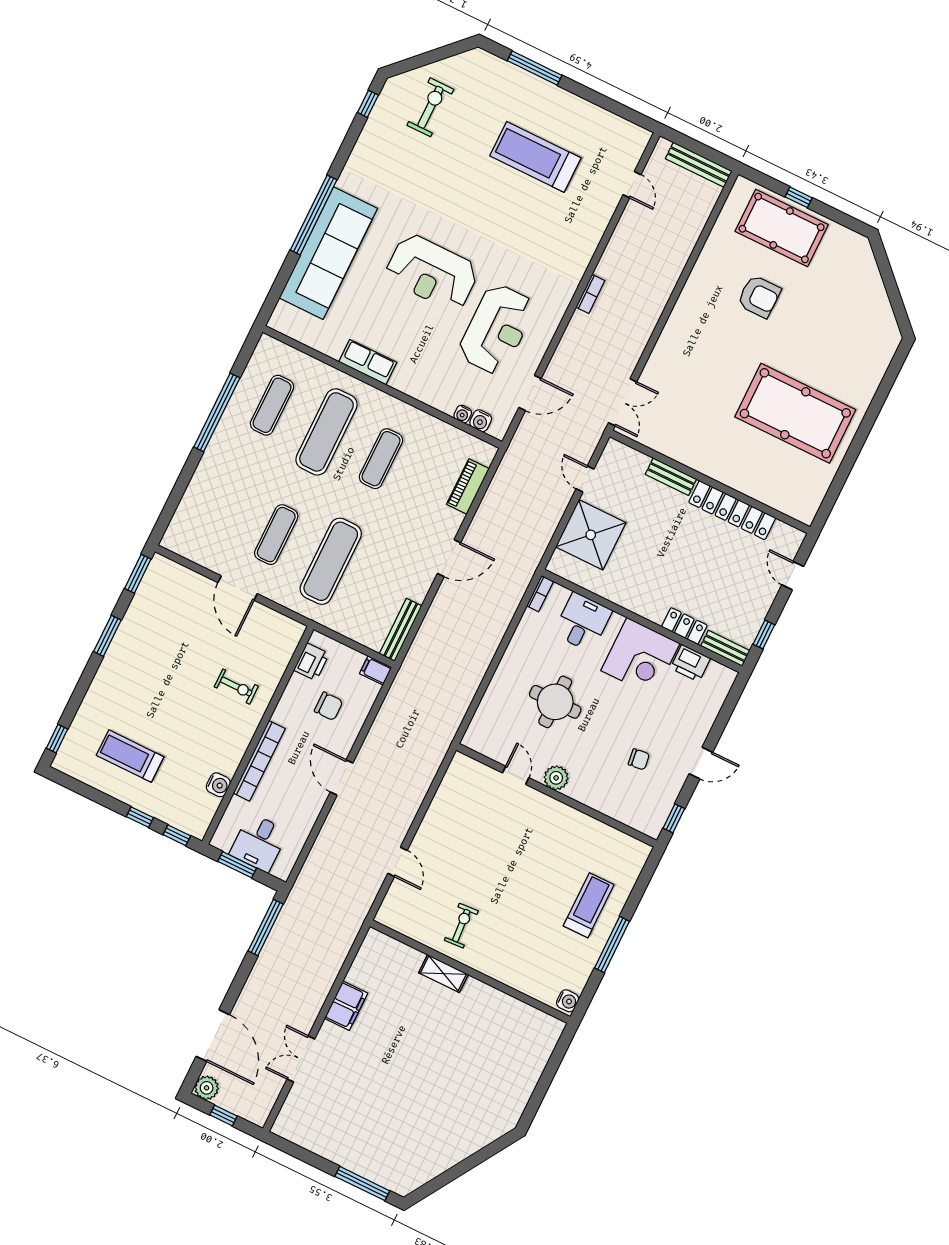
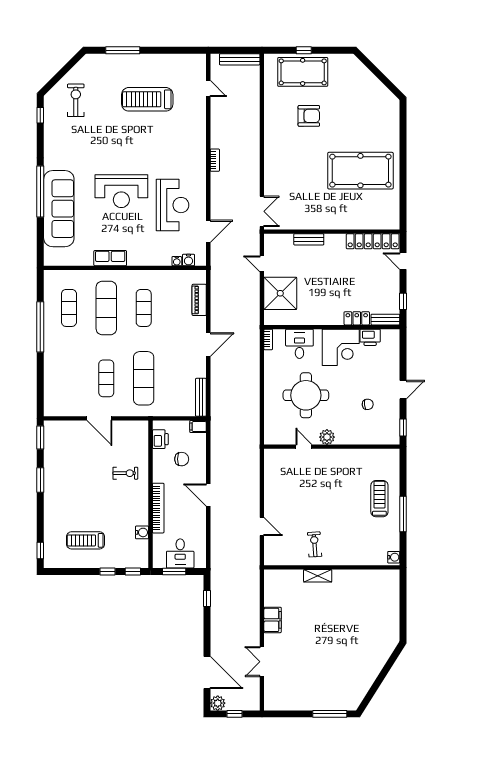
locker: (732, 510) -> (373, 241), moved
round table: (555, 702) -> (306, 395), width x1.36, depth x1.36
window: (266, 928) -> (207, 598), width x0.46

